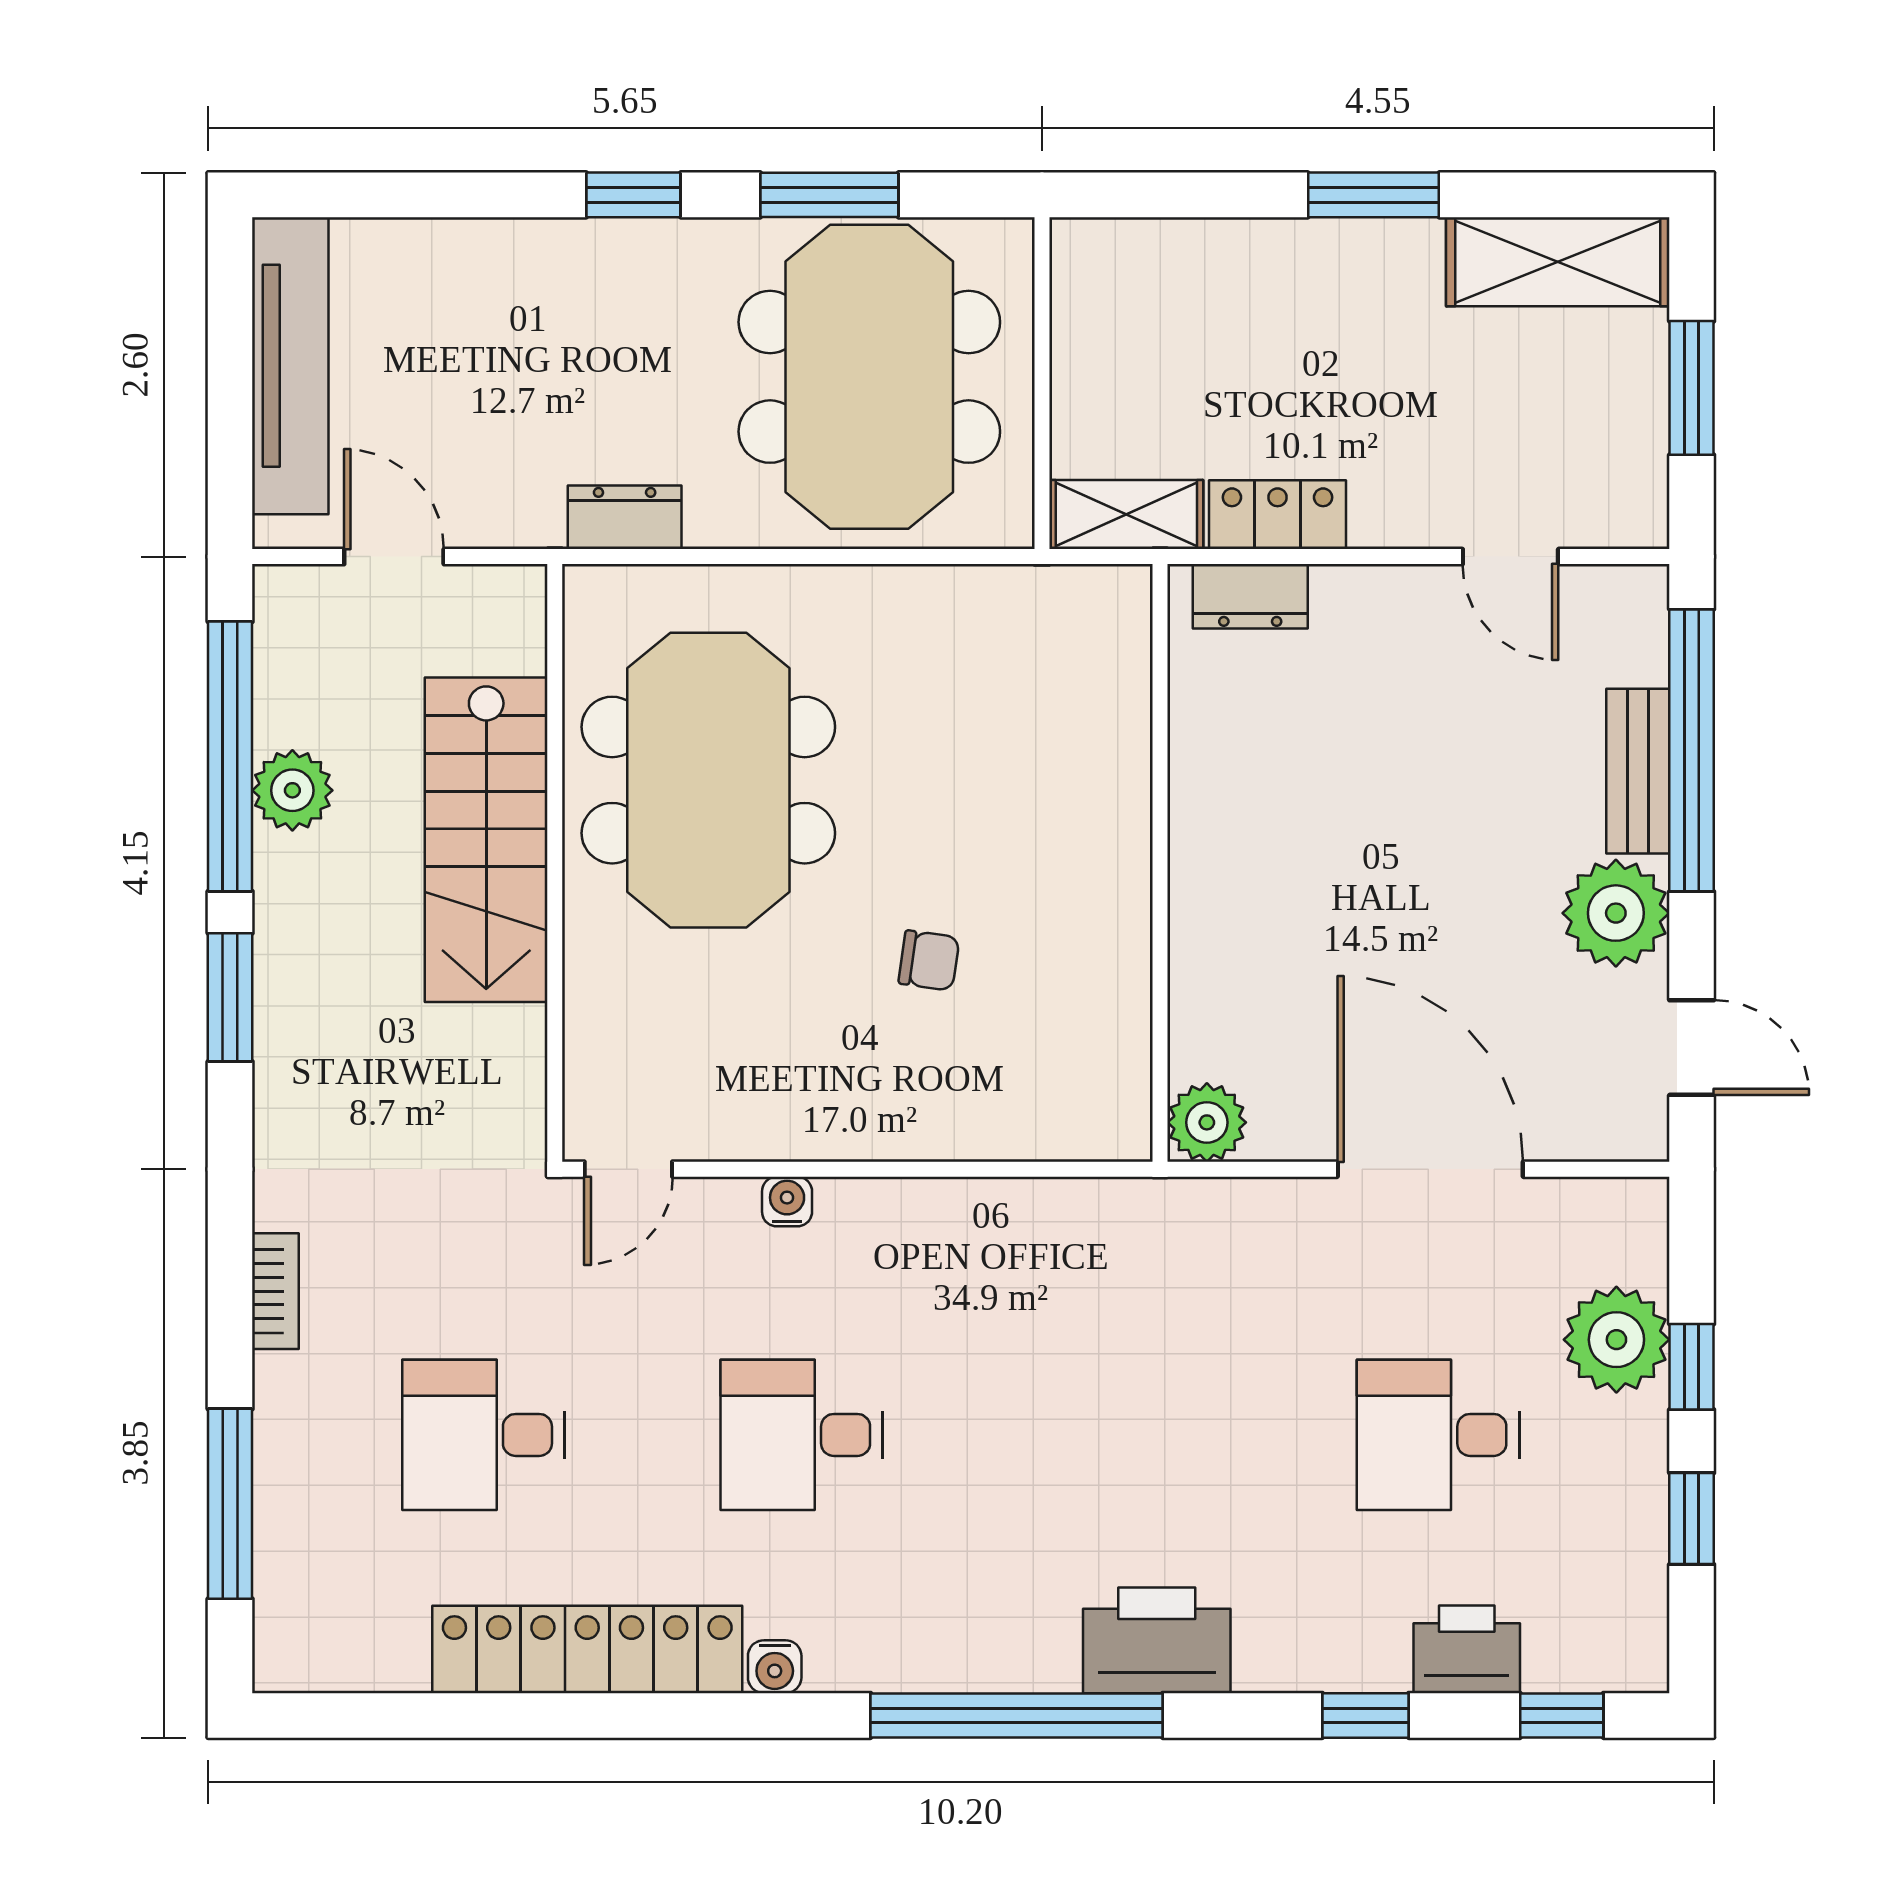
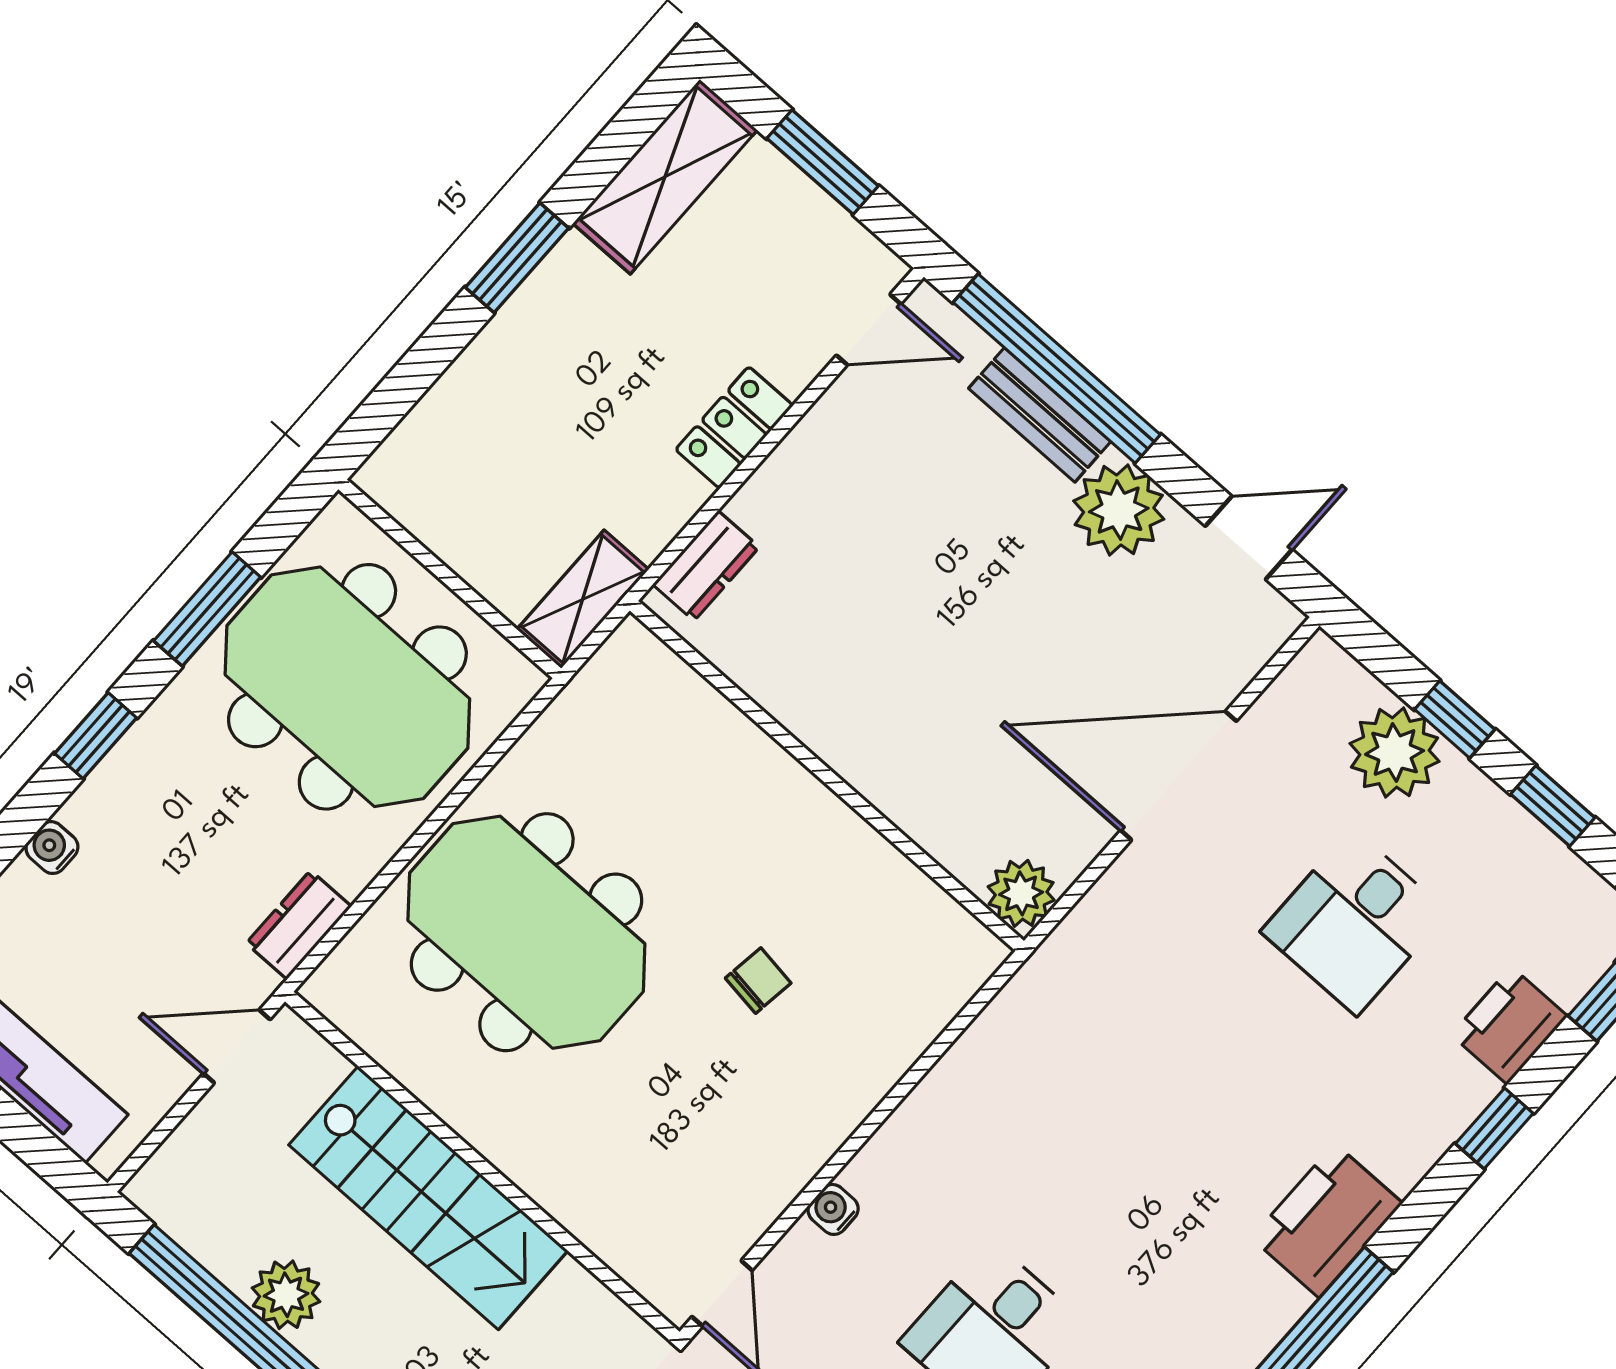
water cooler: (502, 243) -> (52, 848), added
locker: (1278, 515) -> (734, 427), moved
door: (394, 557) -> (237, 1046), moved
door: (1510, 557) -> (869, 330), moved
meeting table: (708, 780) -> (526, 932), moved

